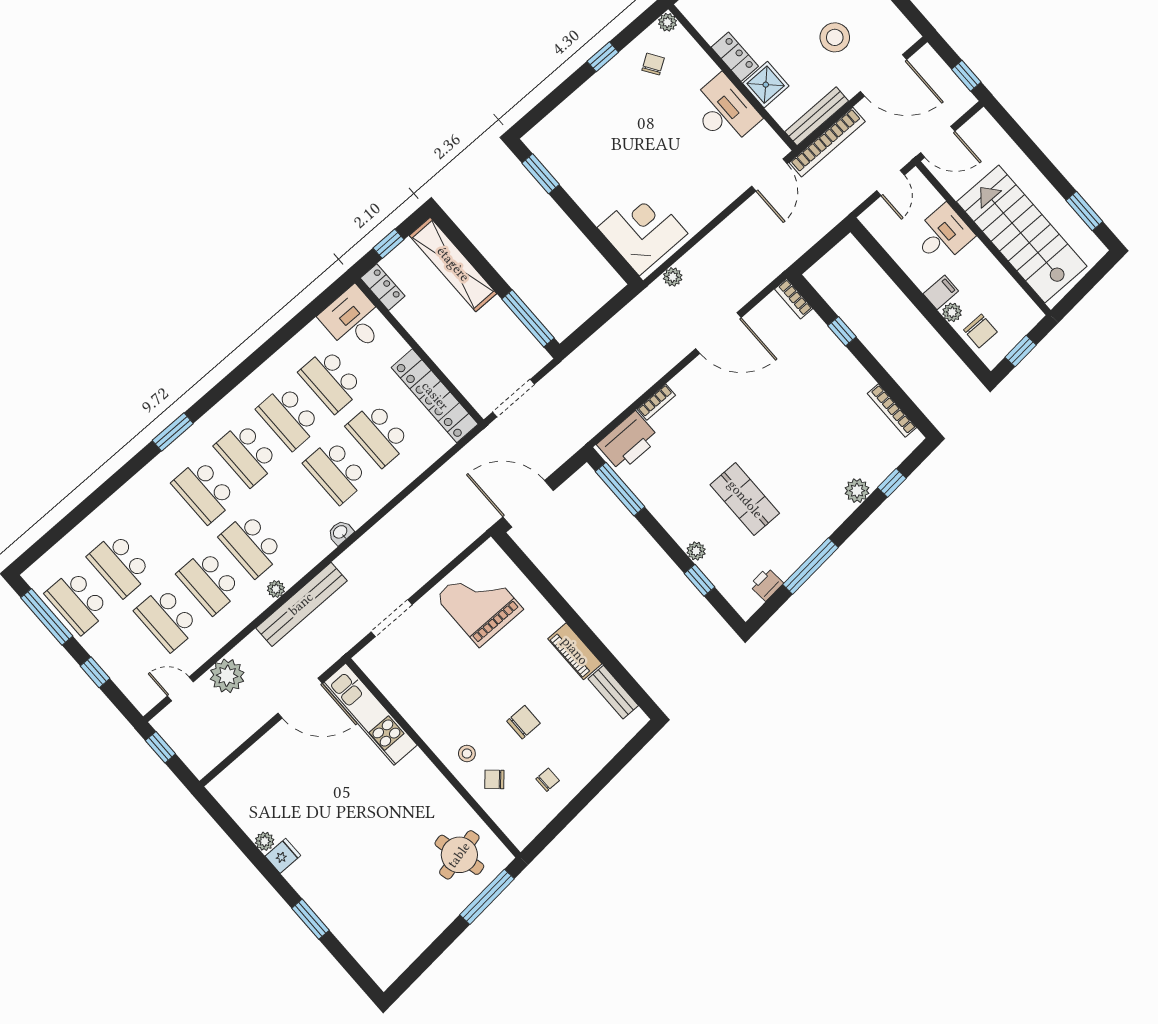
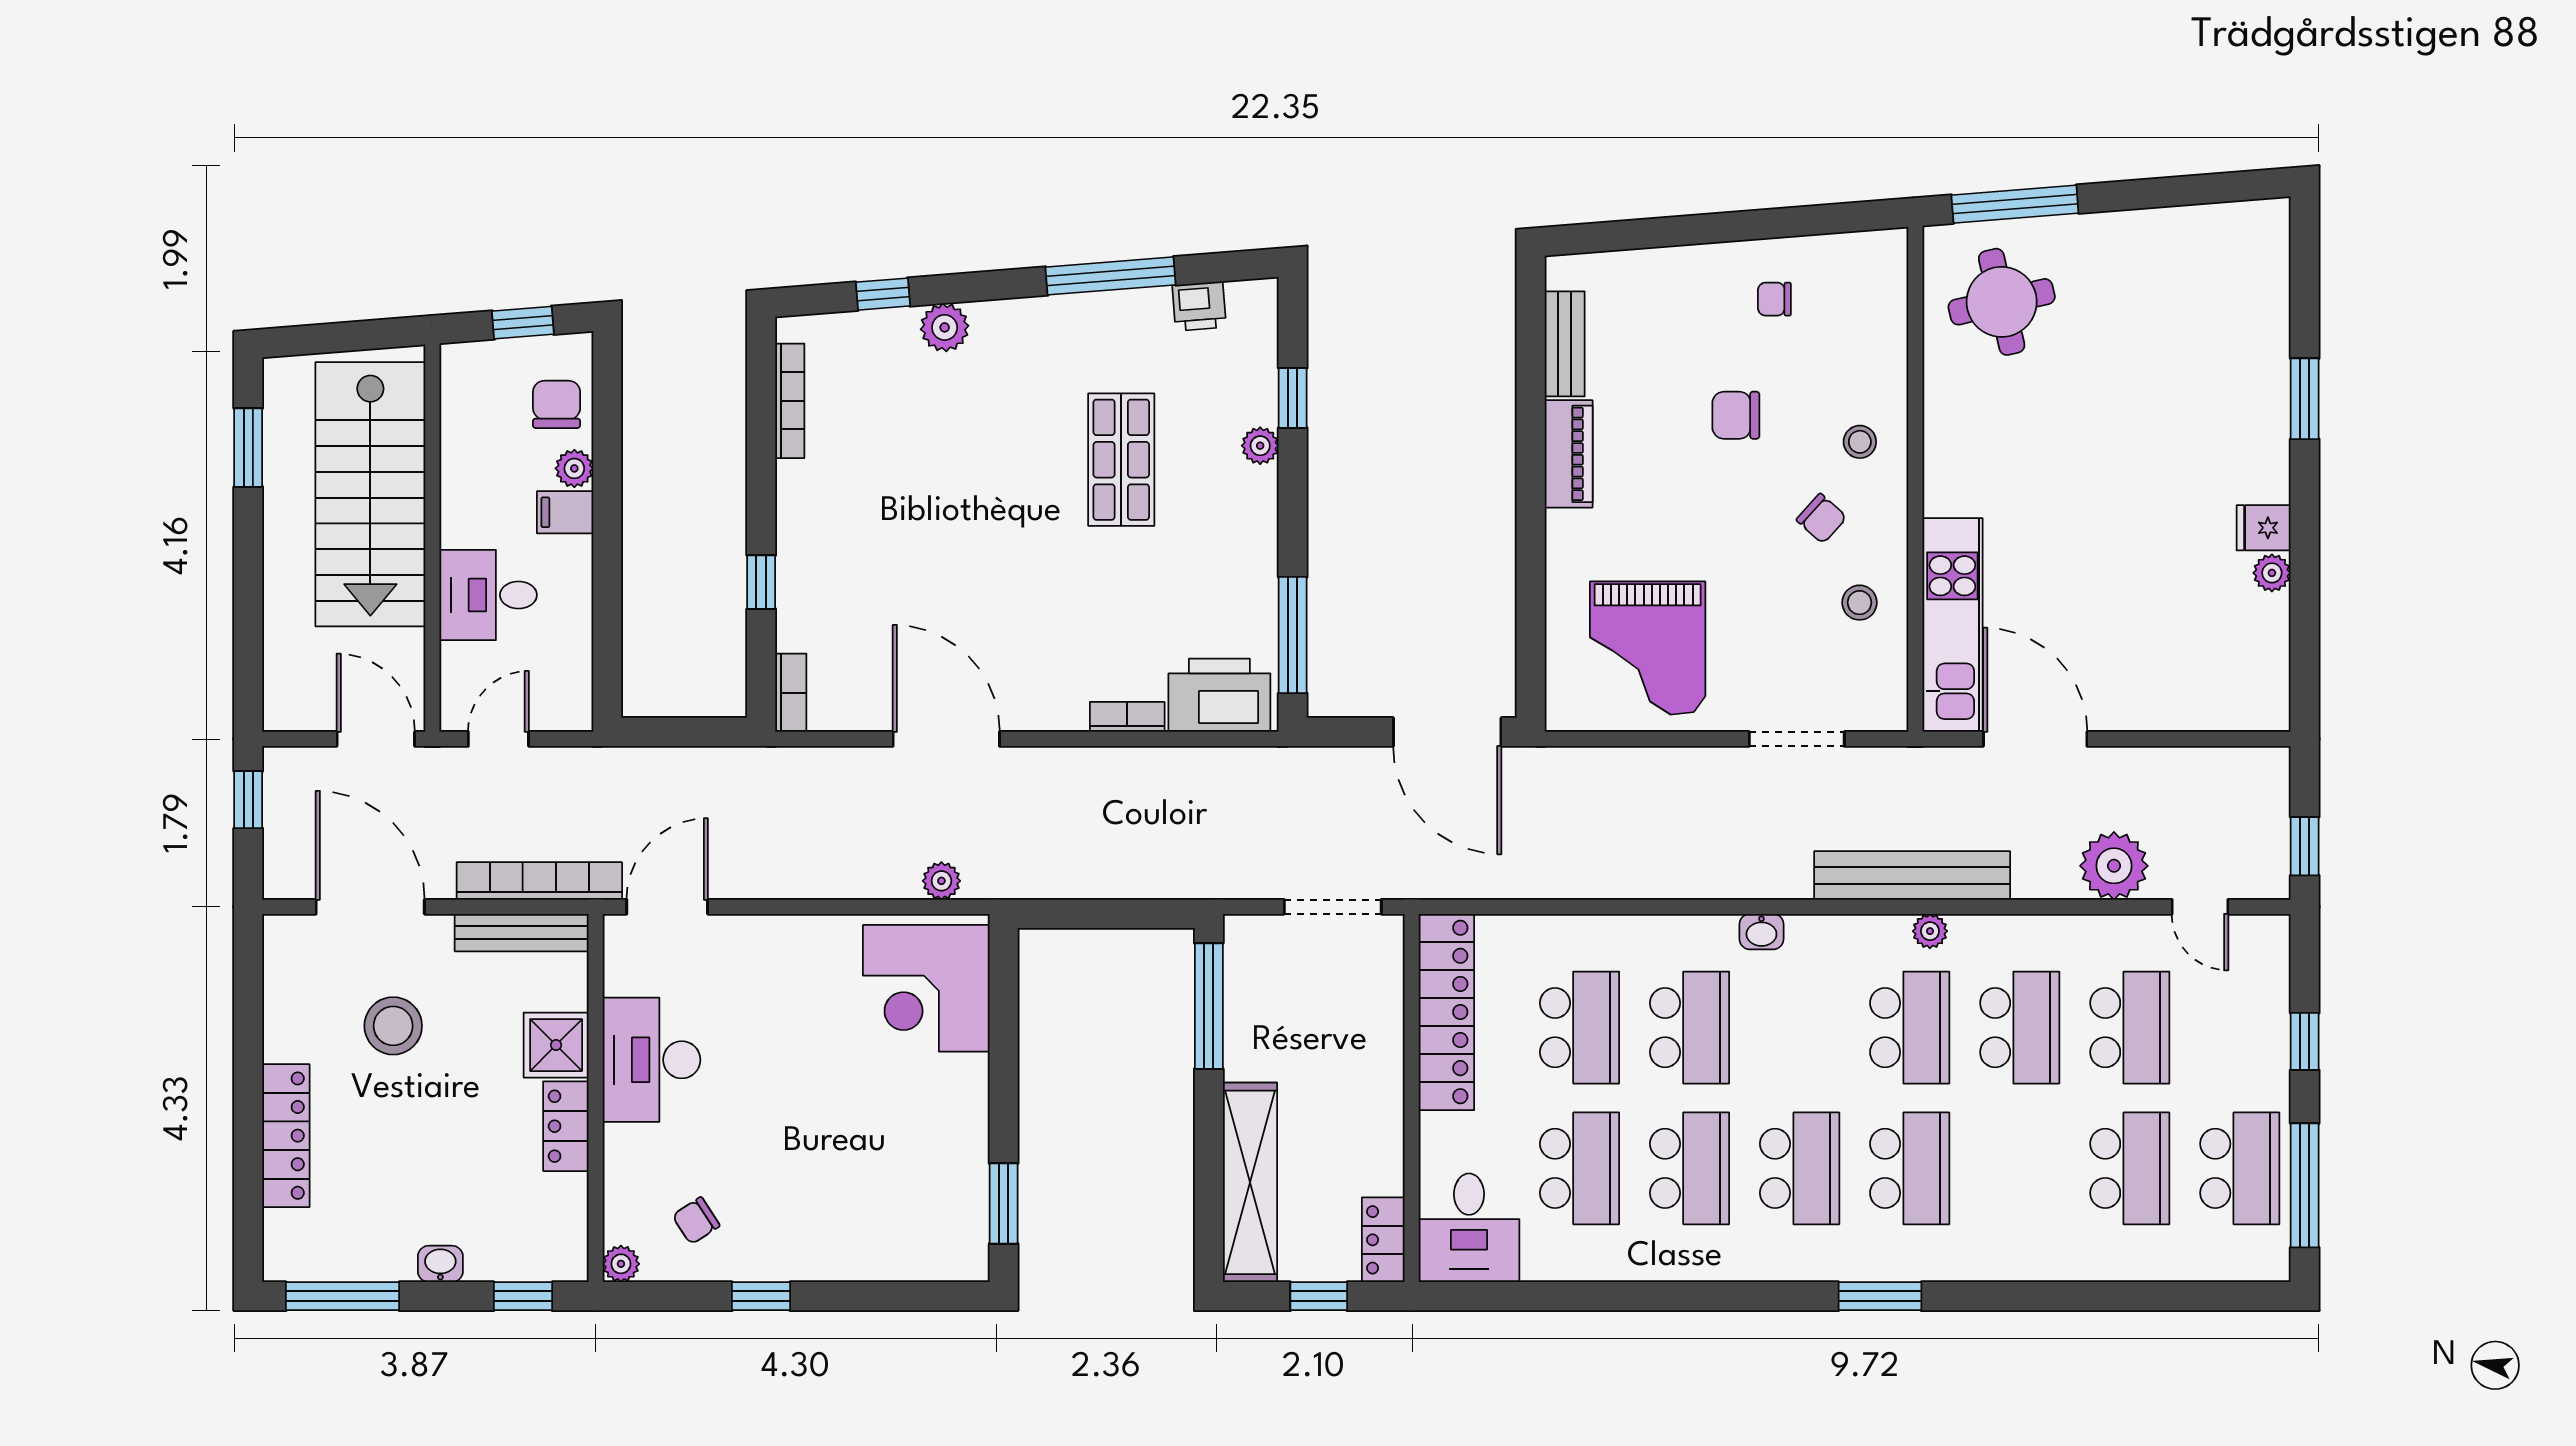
stool: (413, 692) -> (1860, 603), added
chair: (494, 779) -> (1822, 519), moved

